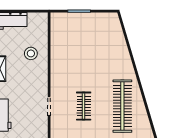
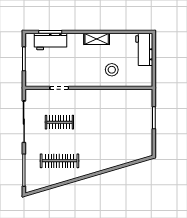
clothes rail: (122, 106) -> (59, 161), width x0.73, depth x0.76

